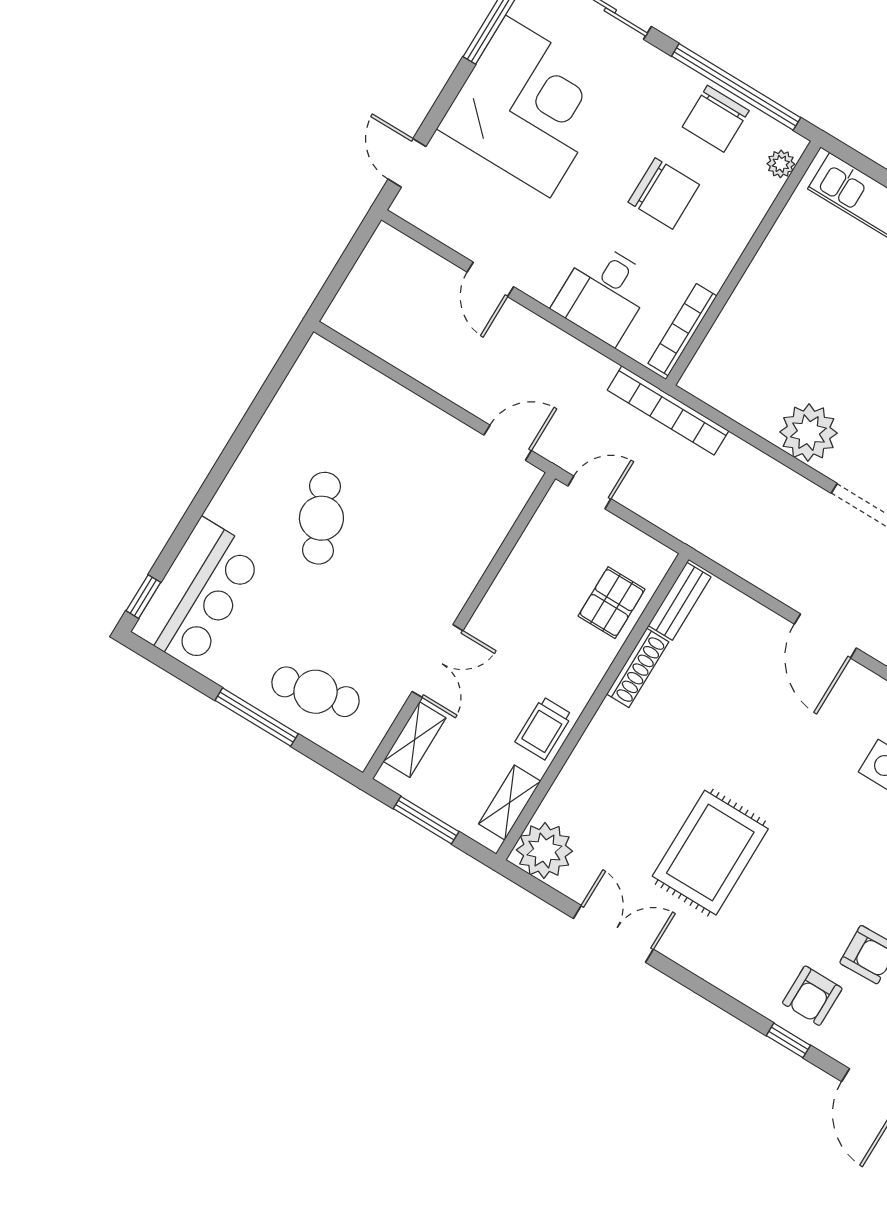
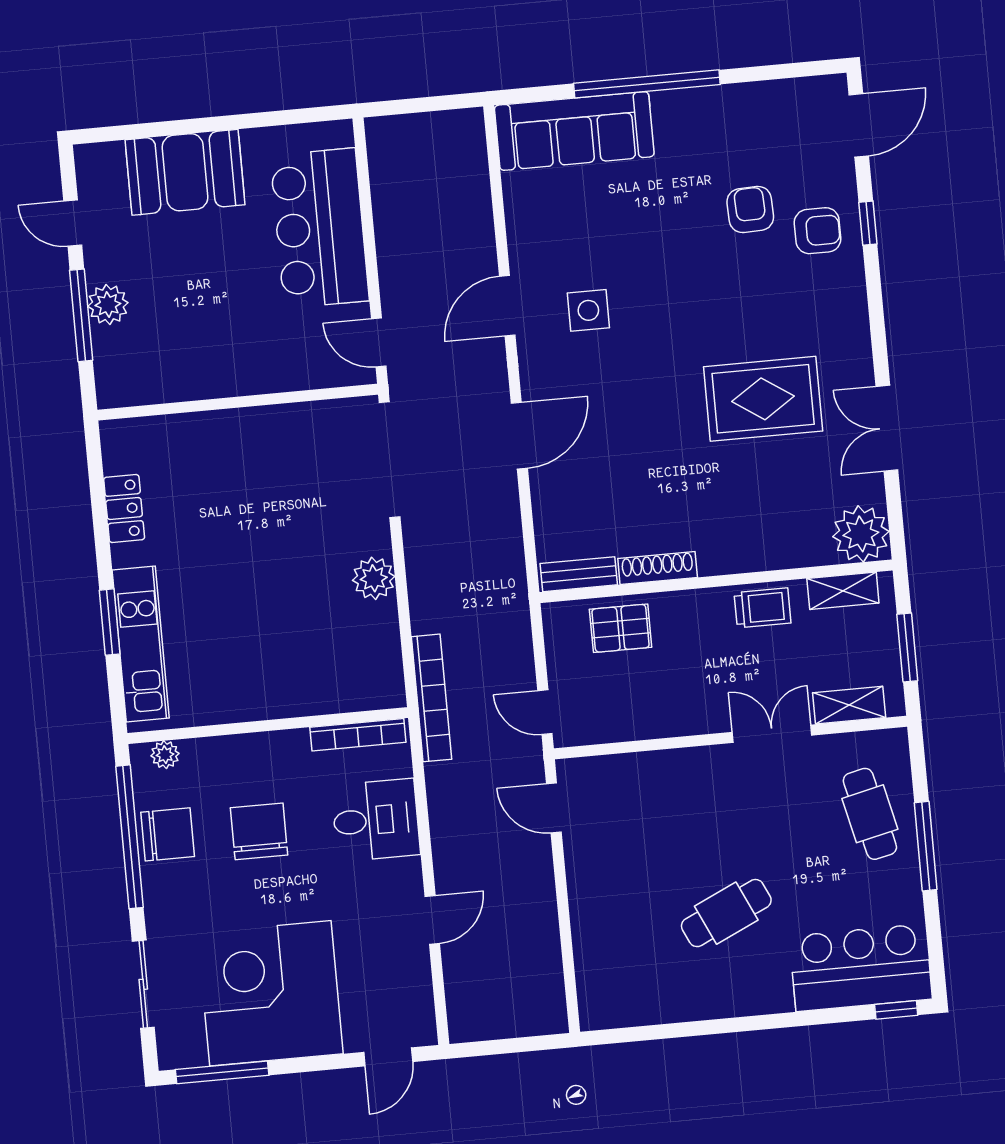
plant: (808, 433) -> (374, 578), width x0.73, depth x0.73

